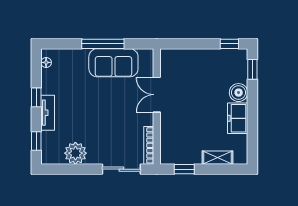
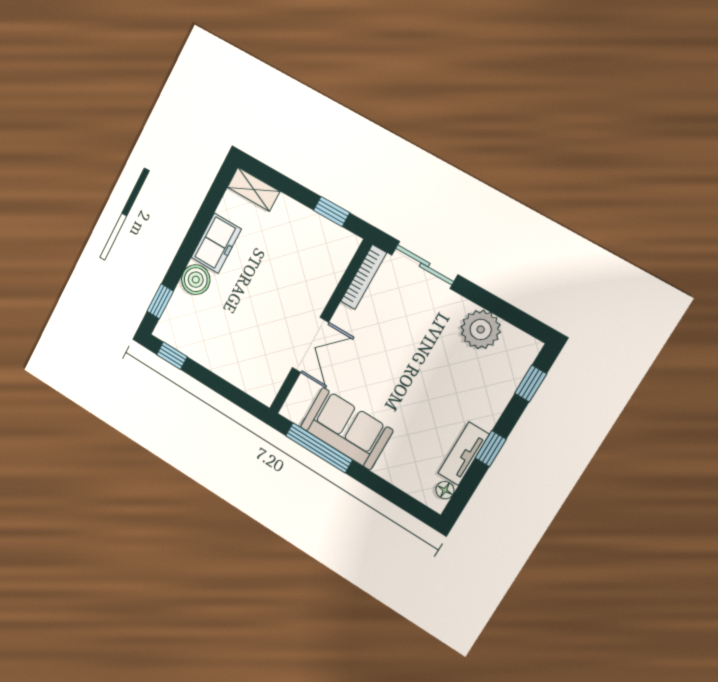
window: (103, 44) -> (319, 448), moved
tv unit: (48, 113) -> (464, 454), moved
shelving: (218, 158) -> (254, 189), moved

